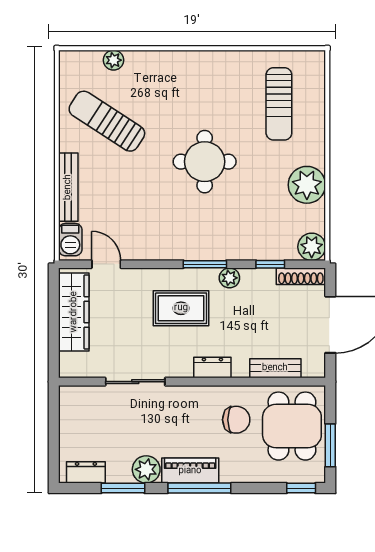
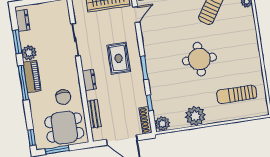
plant: (229, 278) -> (139, 82), removed

